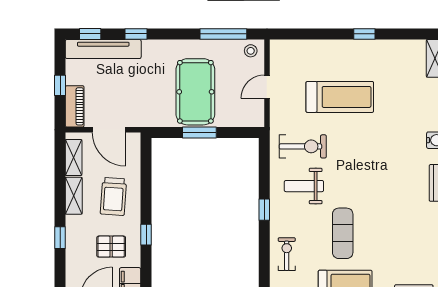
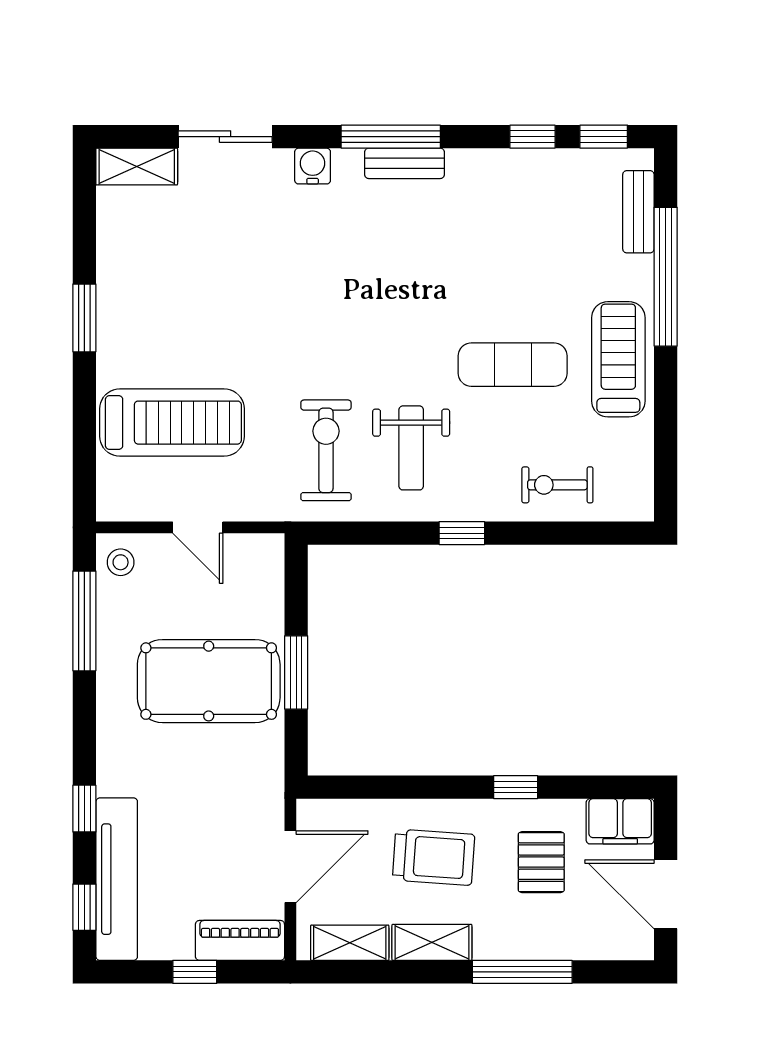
window: (364, 34) -> (84, 318), width x1.50
treadmill: (340, 97) -> (172, 423), moved, turned 90
window: (60, 238) -> (522, 972), width x2.17

